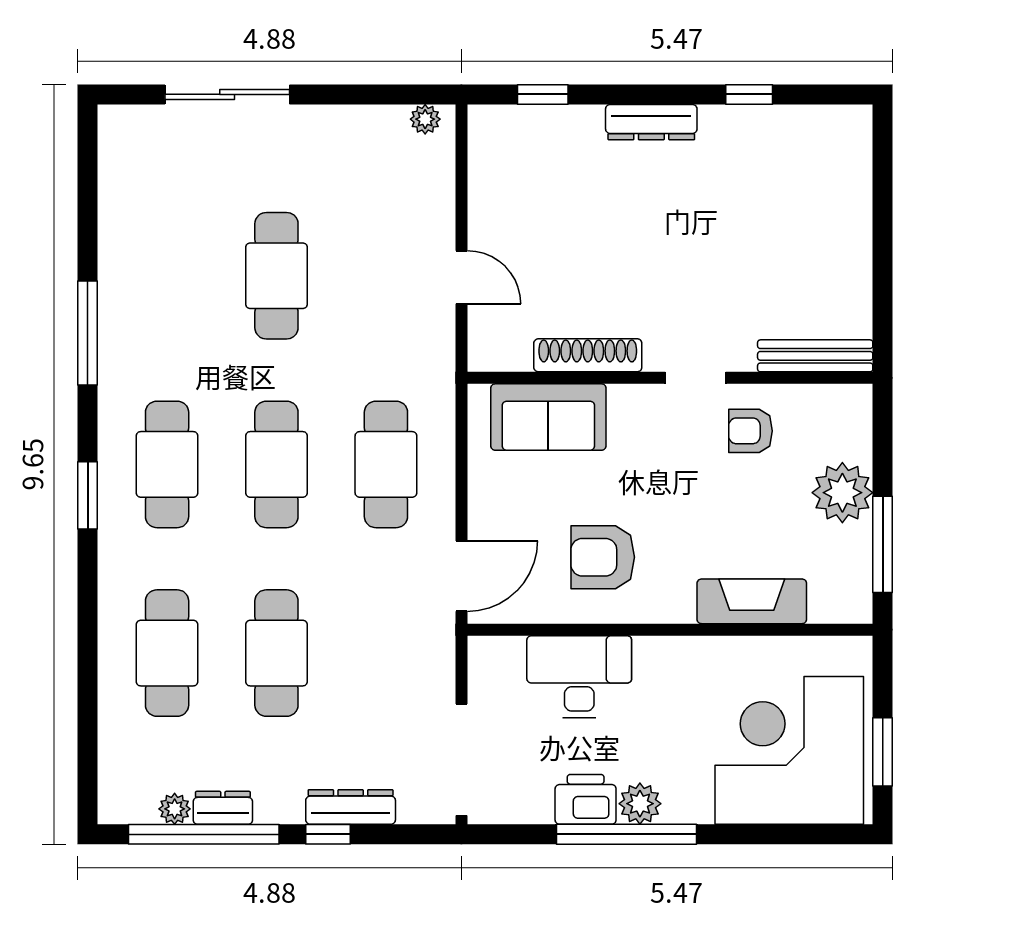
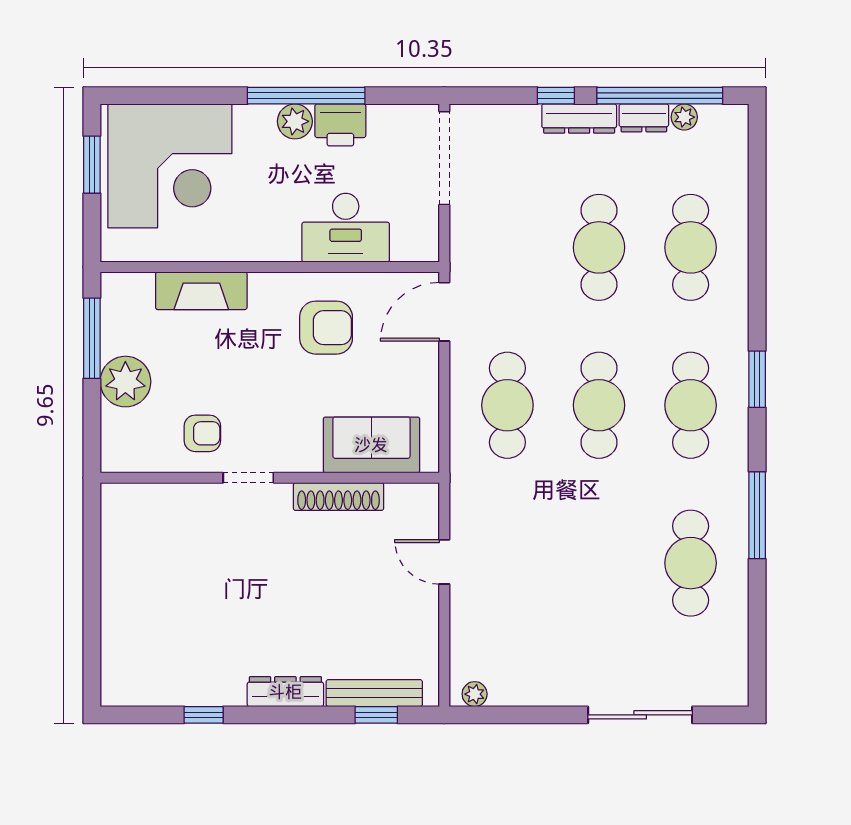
cafe table: (276, 276) -> (691, 563), moved
bench: (815, 356) -> (374, 693), moved
dresser: (351, 807) -> (579, 119), moved

